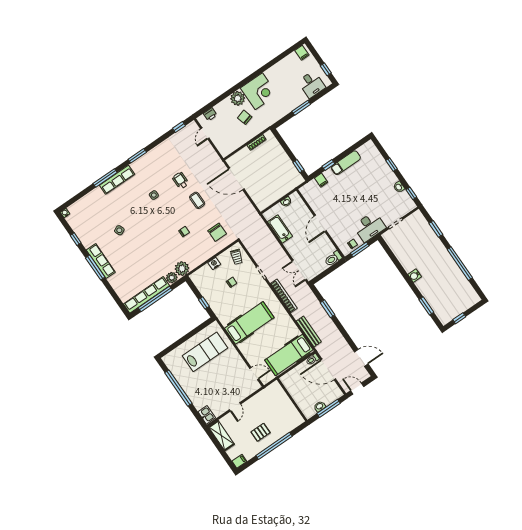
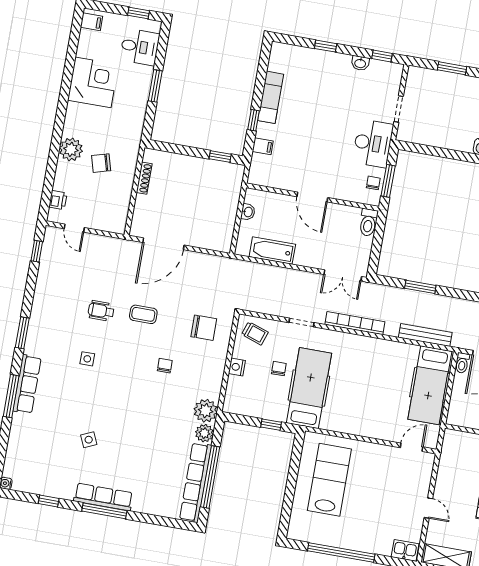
corner desk: (259, 91) -> (93, 82), moved
hospital bed: (249, 323) -> (309, 388), moved

